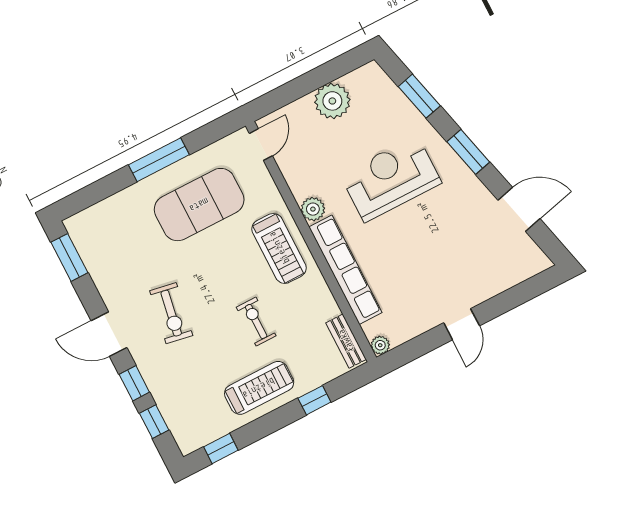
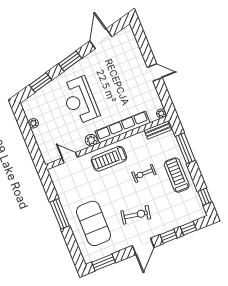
plant: (332, 101) -> (33, 123), width x0.53, depth x0.53
door: (261, 145) -> (70, 158), moved
exercise mat: (199, 205) -> (93, 223), moved
treadmill: (279, 248) -> (109, 159), turned 180
window: (314, 400) -> (185, 148), width x2.17

